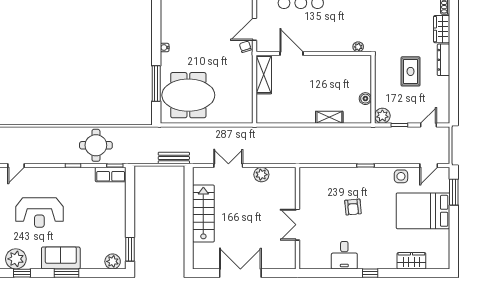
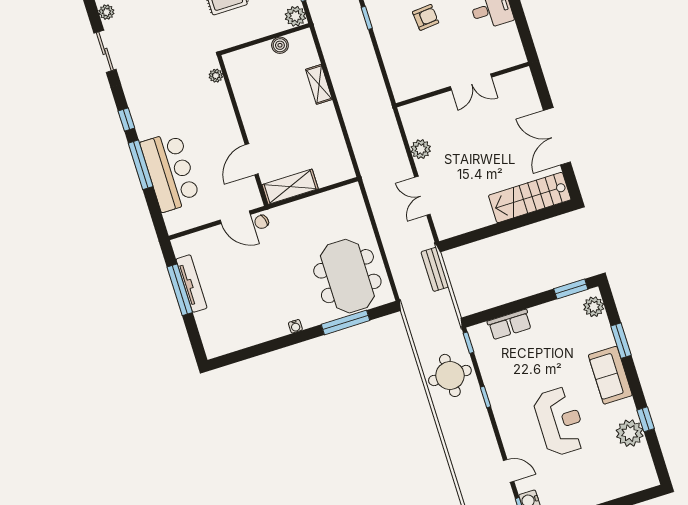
row of seats: (111, 174) -> (510, 324), moved, turned 90
stairs: (203, 214) -> (530, 198), moved
window: (66, 273) -> (621, 341), moved

